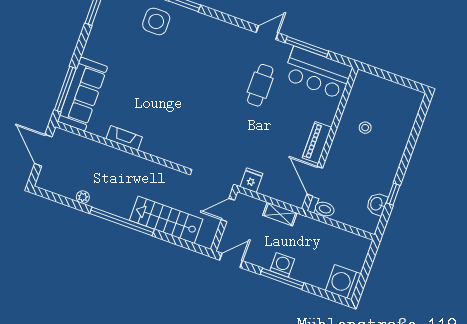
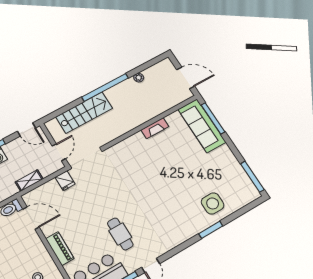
piano: (317, 142) -> (60, 249), moved
door: (231, 260) -> (26, 130), hinge flipped

